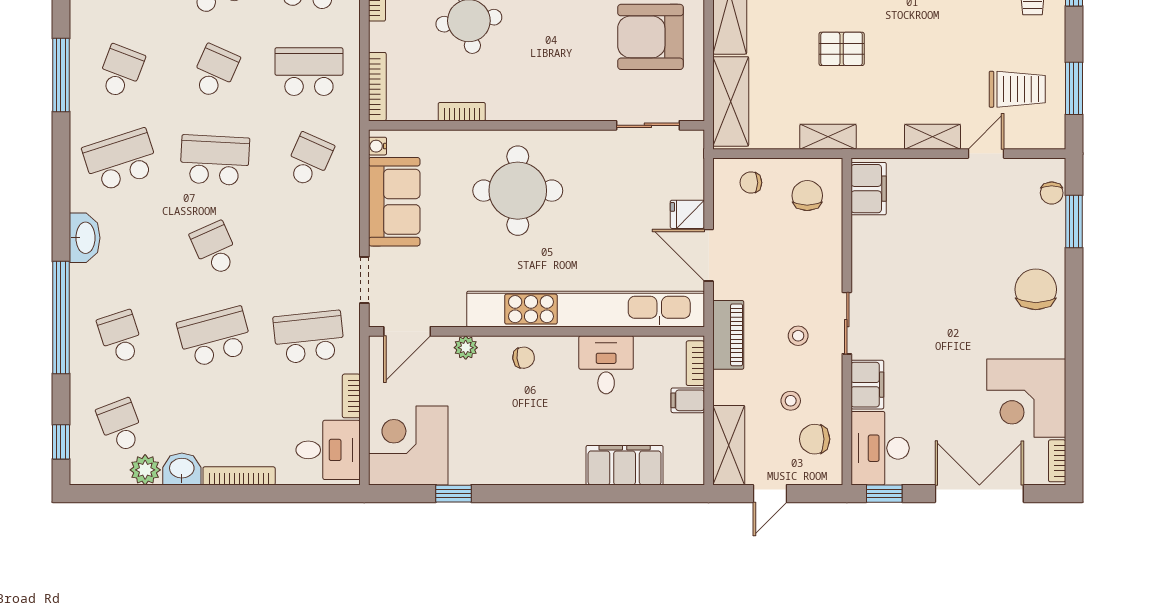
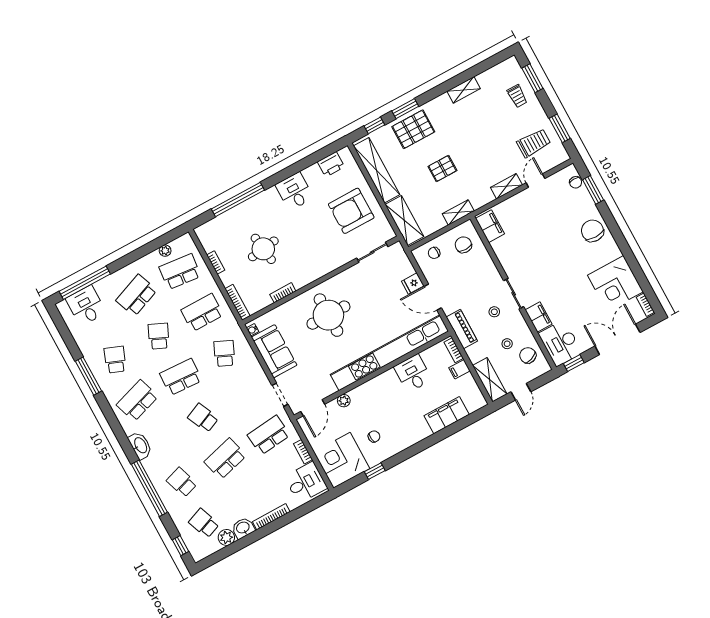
chair: (524, 358) -> (374, 436), moved
chair: (815, 439) -> (528, 355), turned 70

